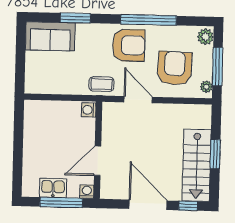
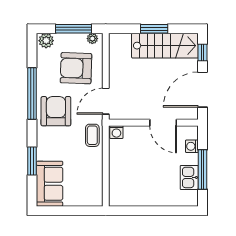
washing machine: (89, 110) -> (116, 132), moved
wall: (98, 150) -> (153, 123), moved
door: (98, 161) -> (163, 123), moved

